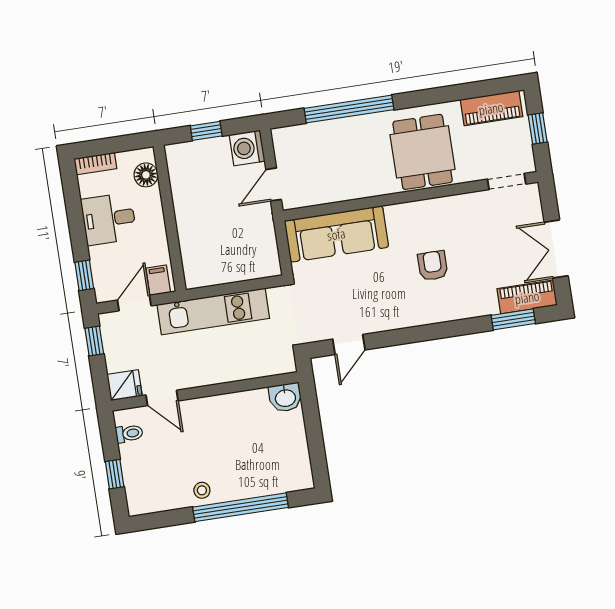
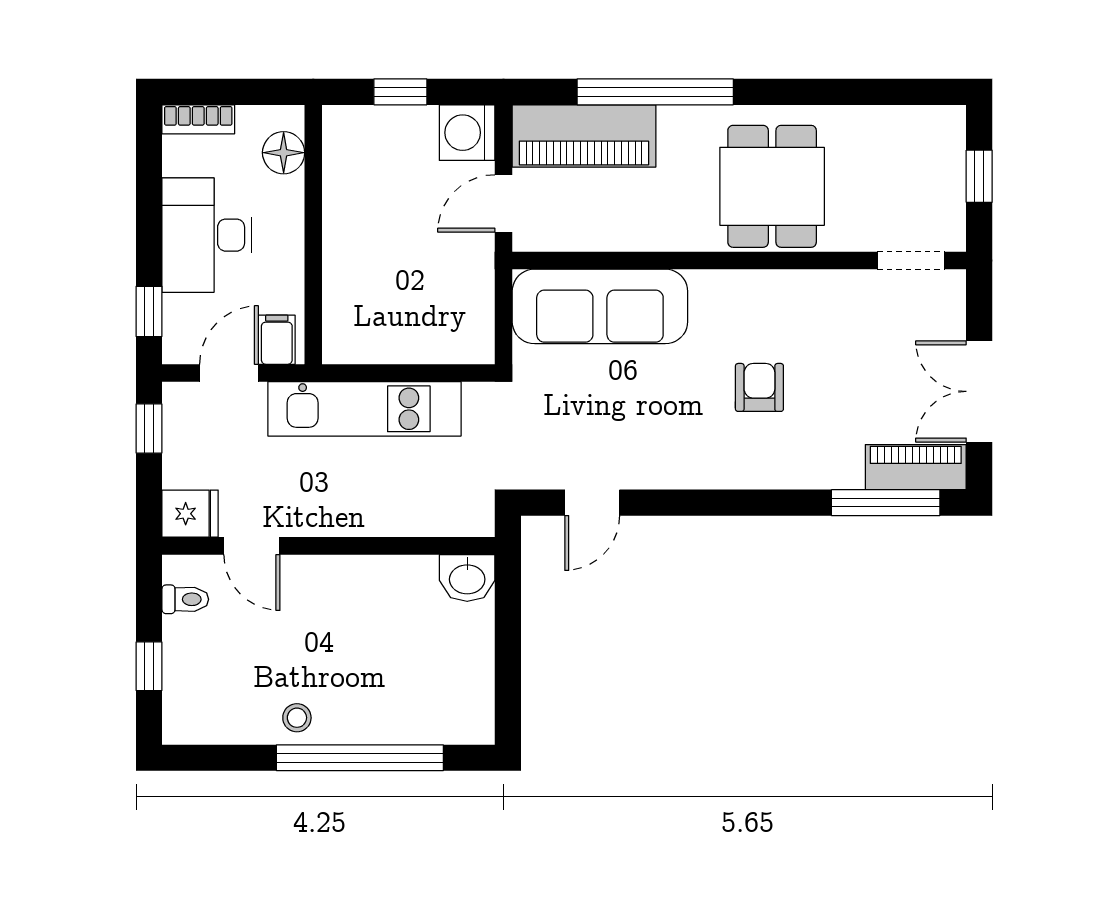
piano: (491, 108) -> (584, 136), moved, width x1.37, depth x1.33
desk: (109, 219) -> (207, 235), width x1.37
window: (513, 319) -> (886, 503), width x1.44

